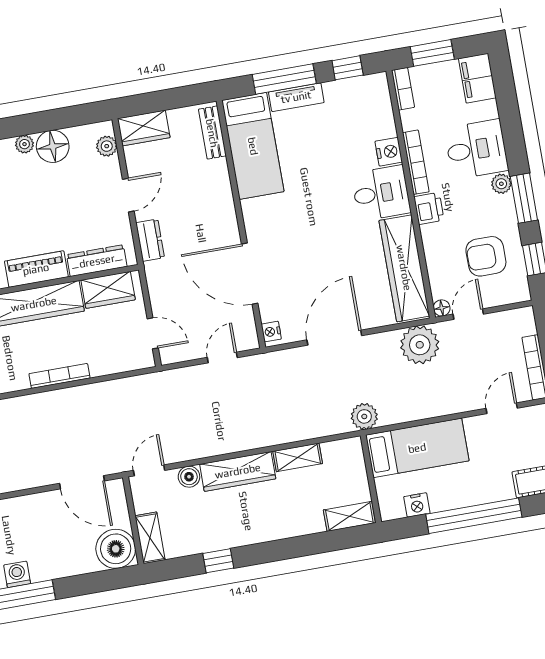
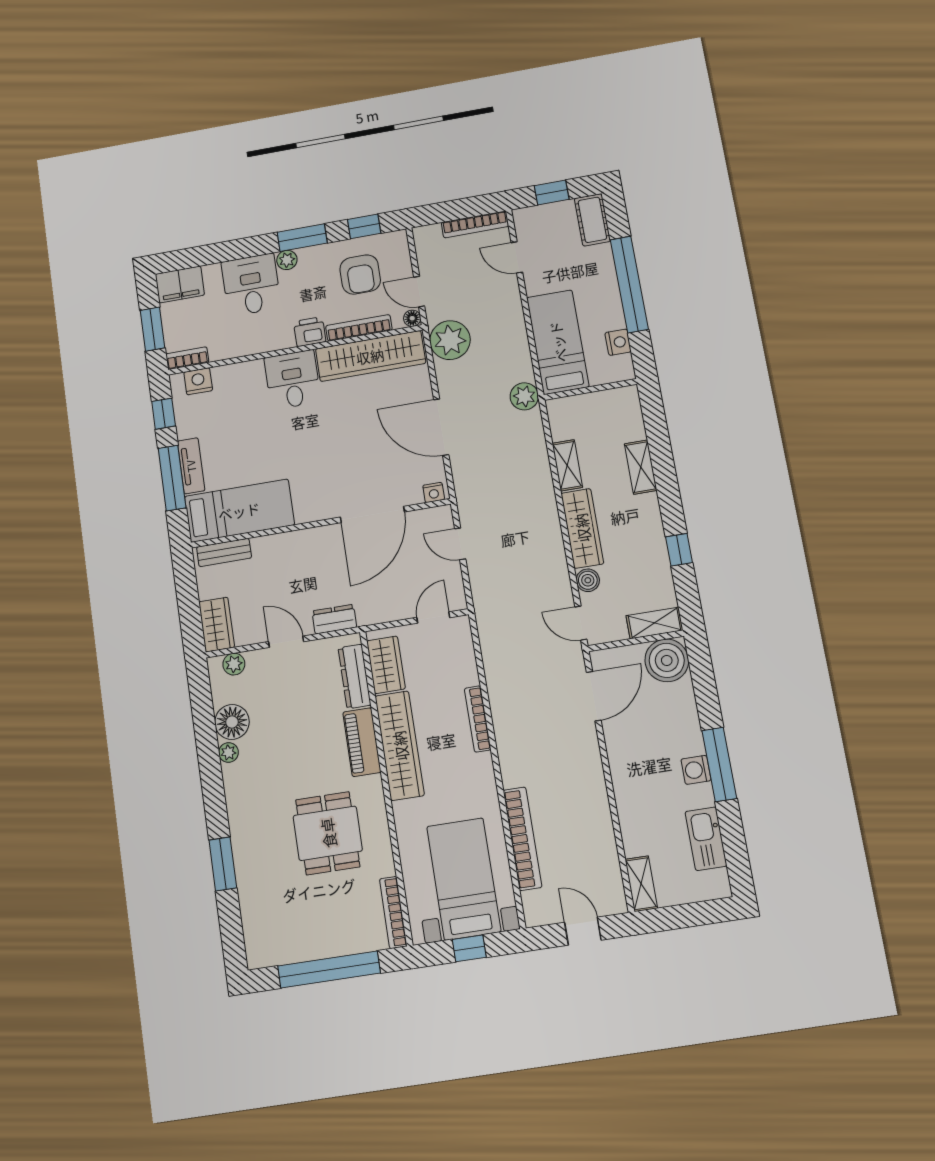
nightstand: (389, 152) -> (198, 381), moved
bookcase: (416, 162) -> (359, 328), moved
shelving: (349, 516) -> (641, 467), moved

